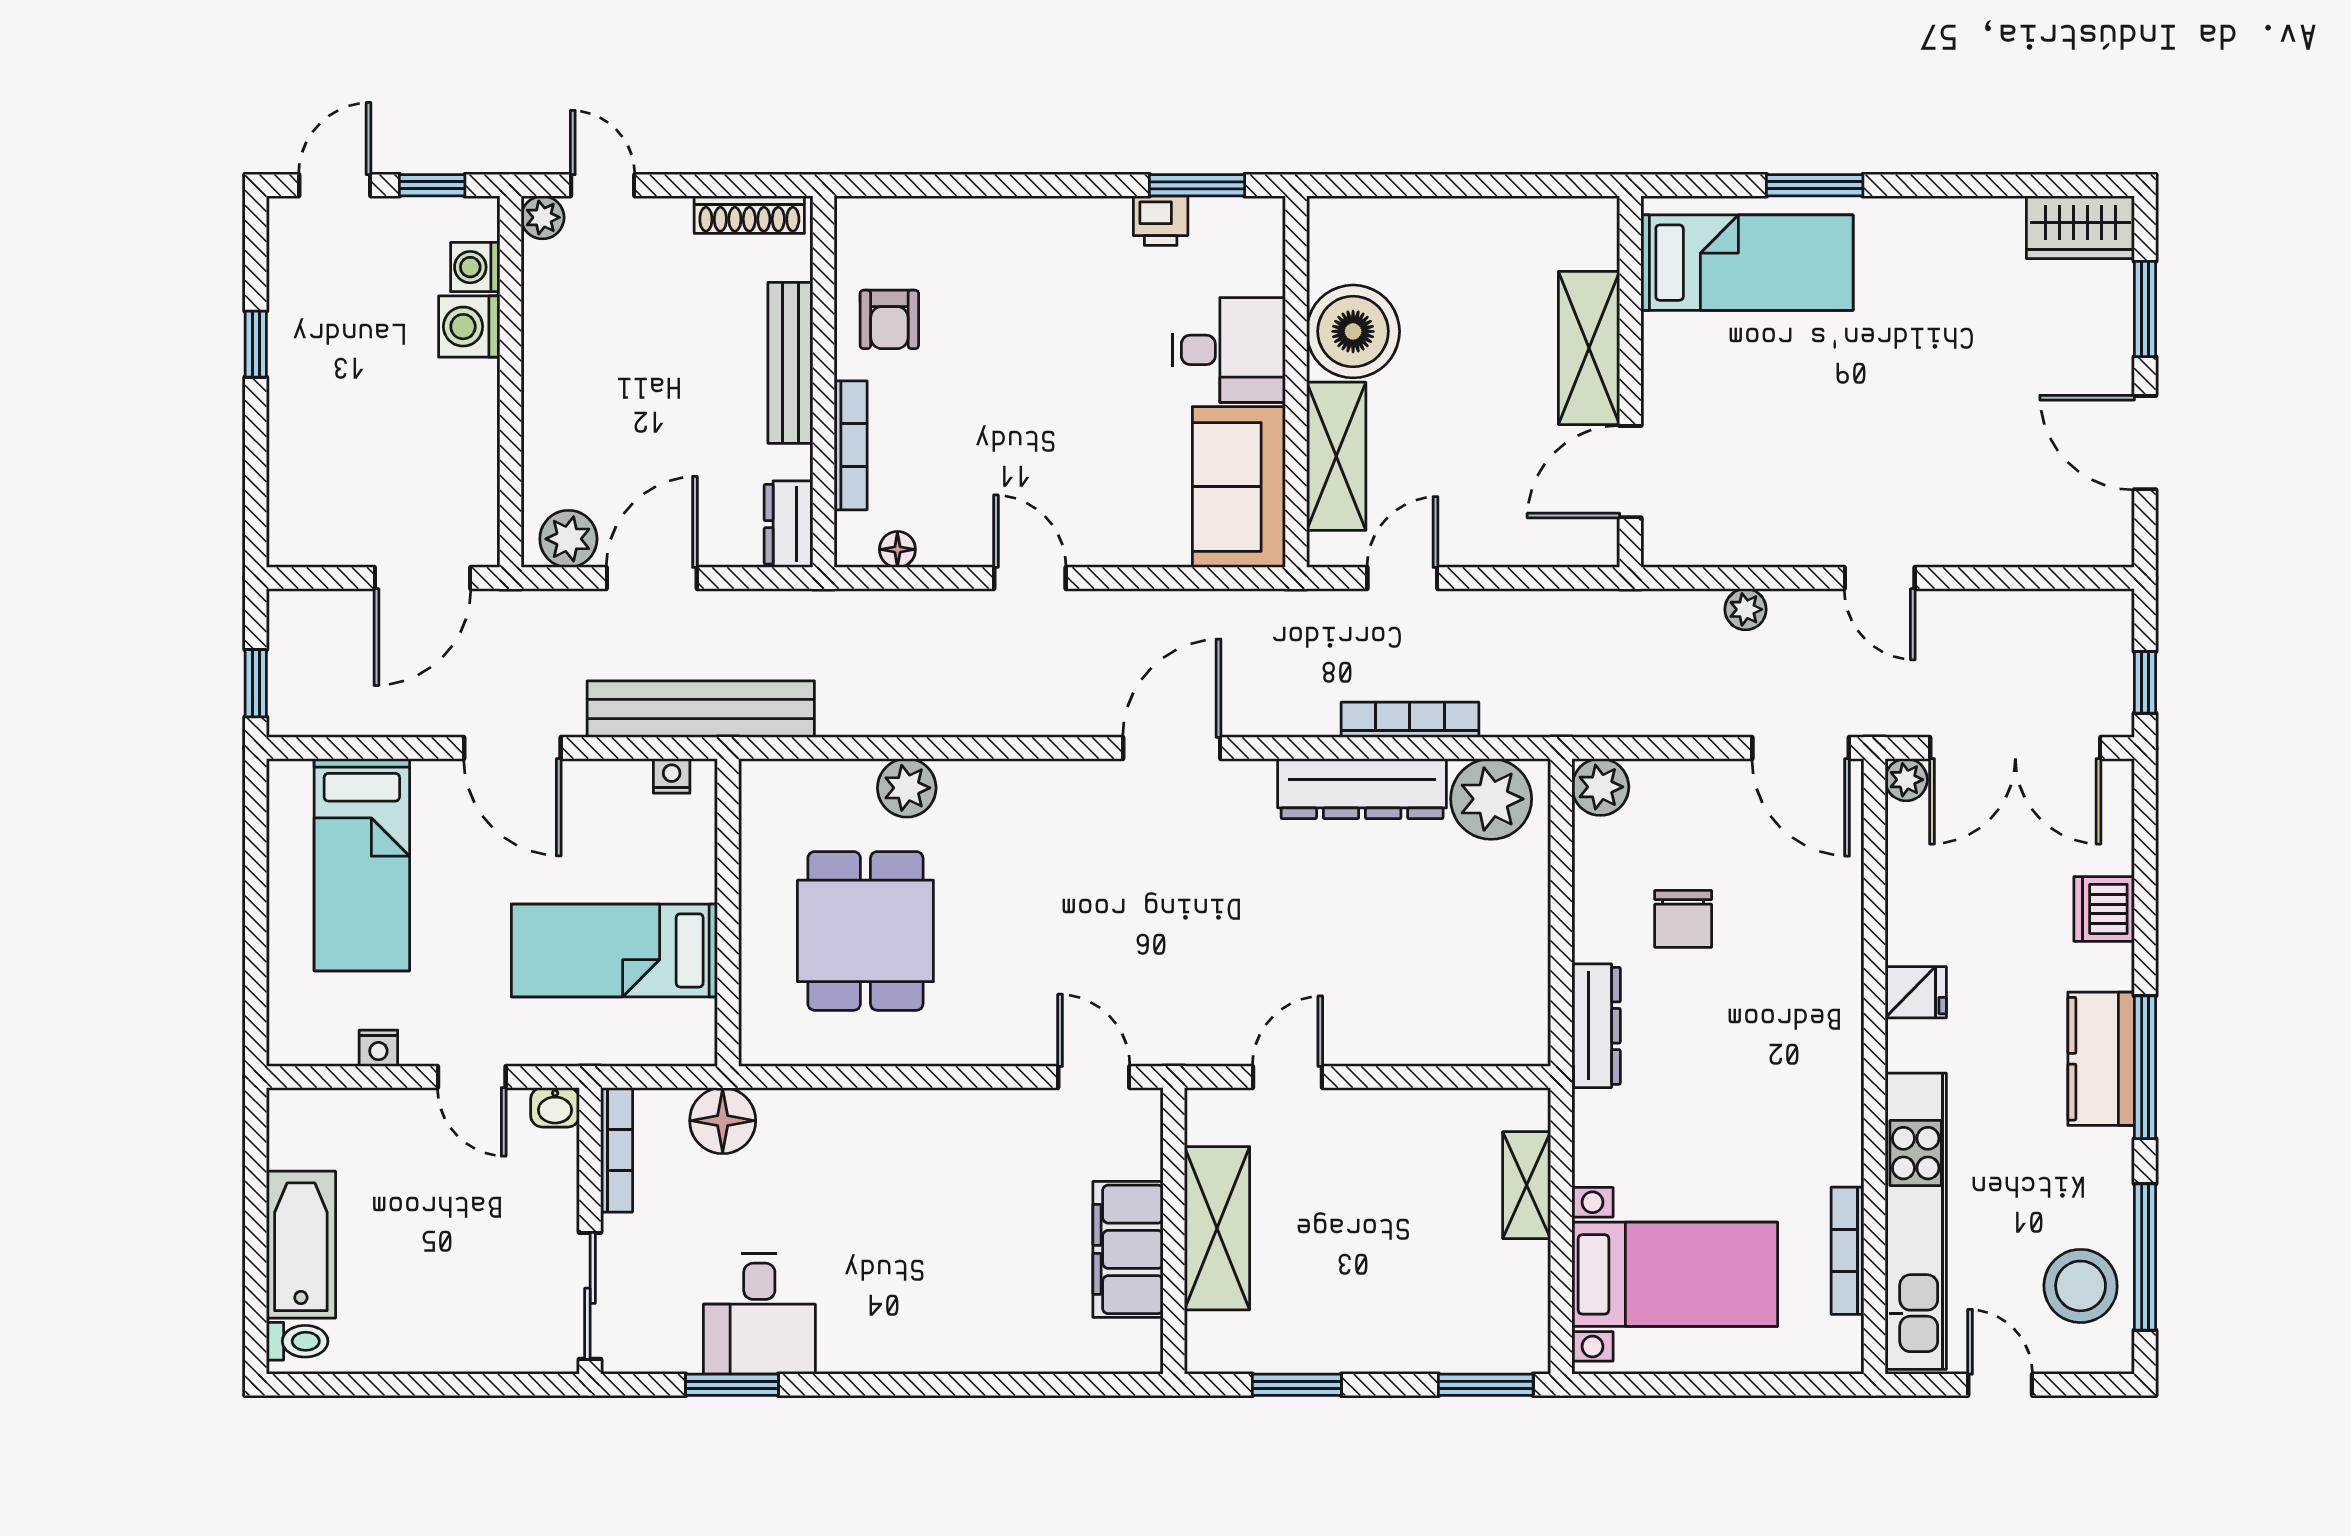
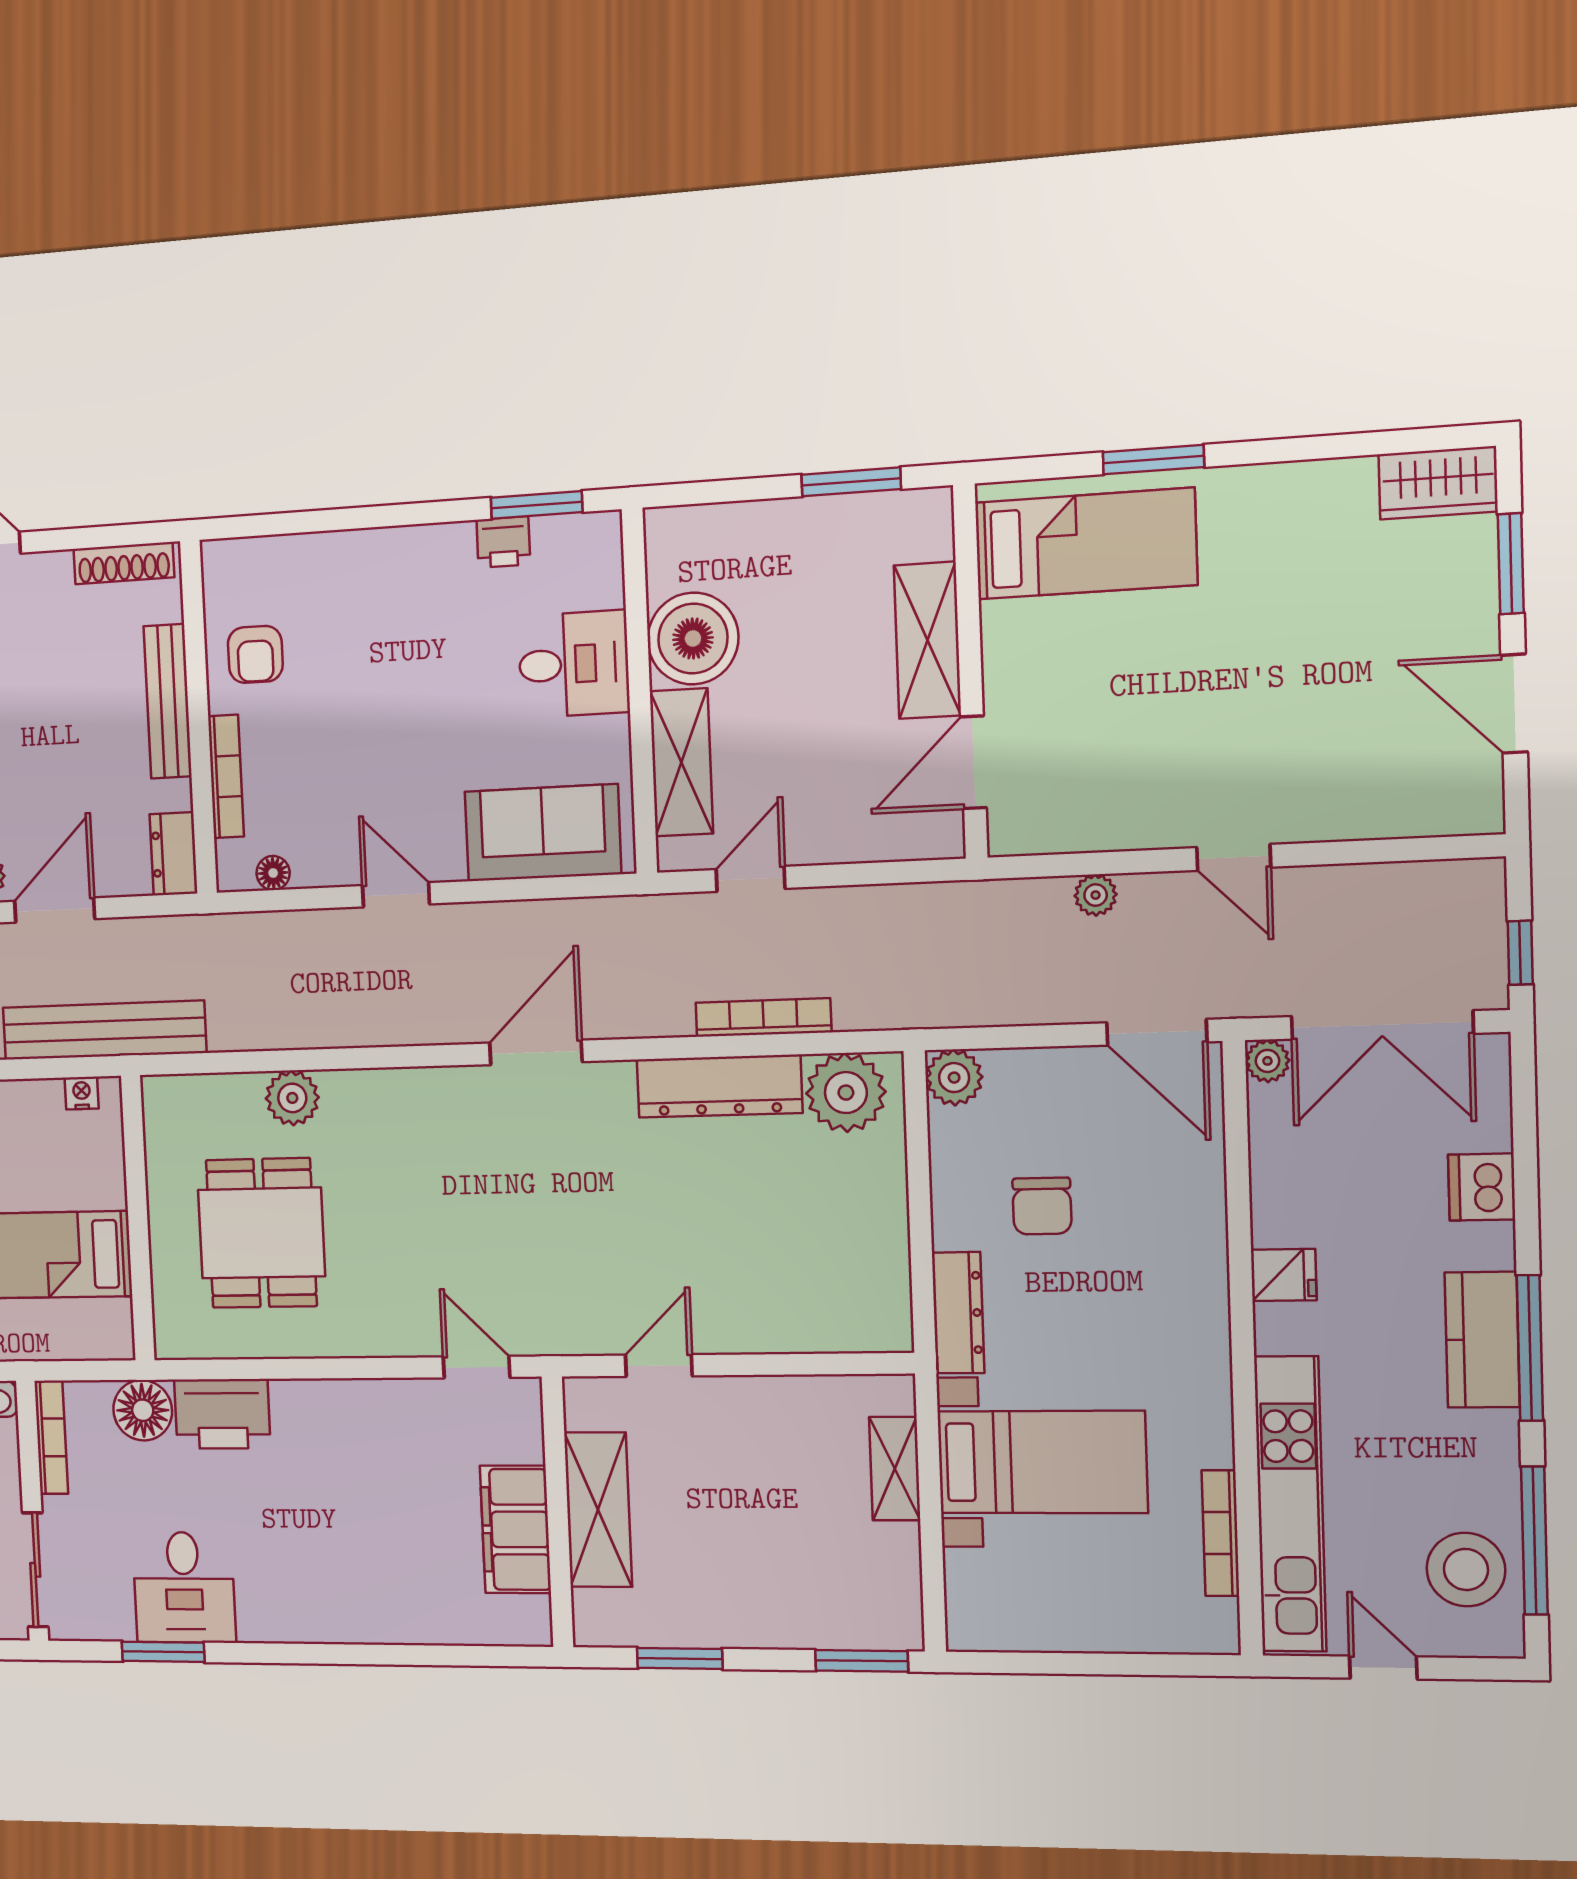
window: (1519, 185) -> (851, 482), added
sofa: (1239, 487) -> (543, 833), moved, turned 90
printer: (812, 1125) -> (222, 1414), added
bed with nightstands: (1675, 1274) -> (1042, 1462), moved

